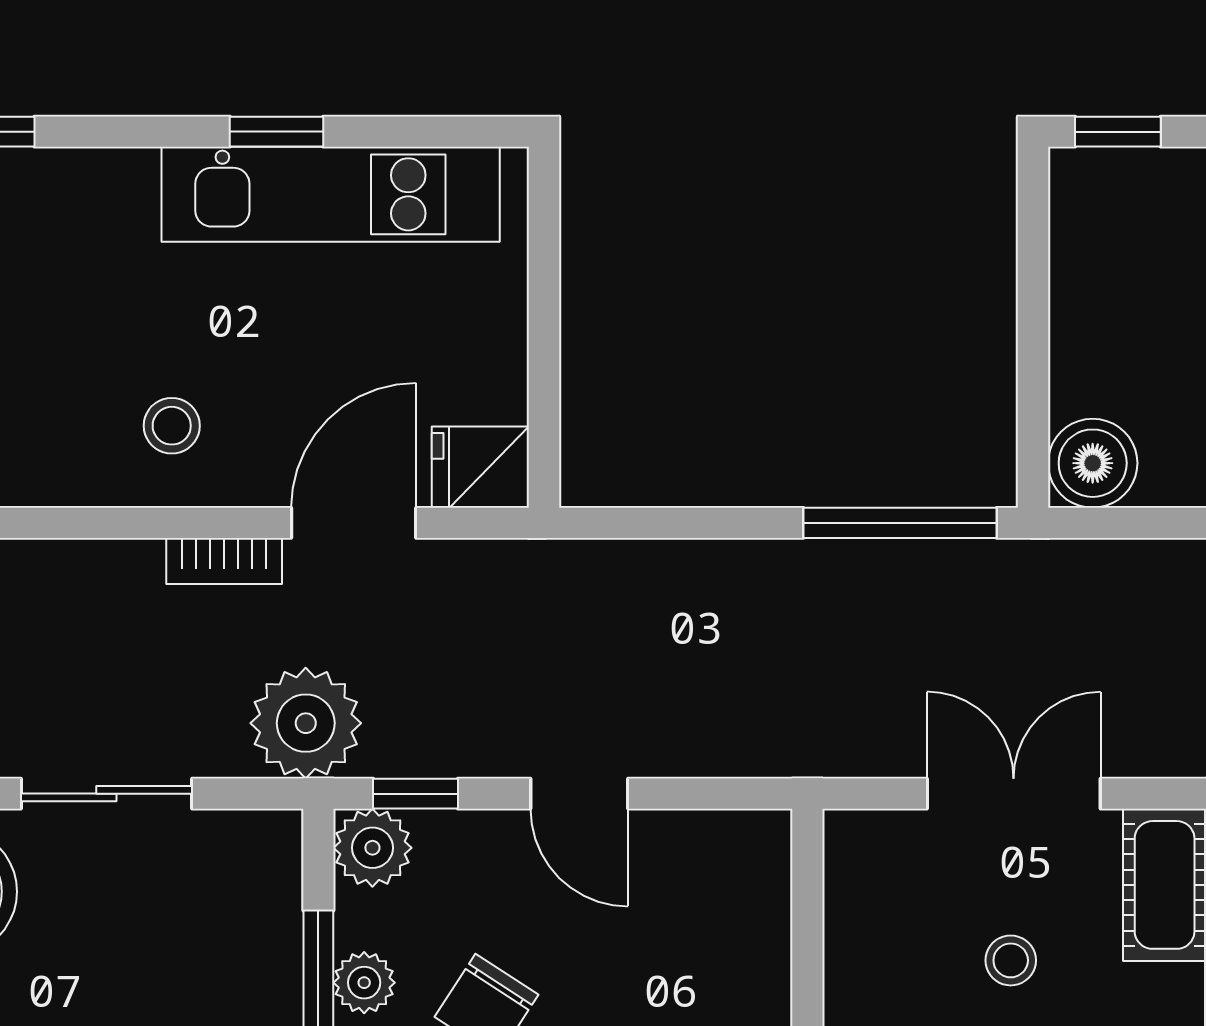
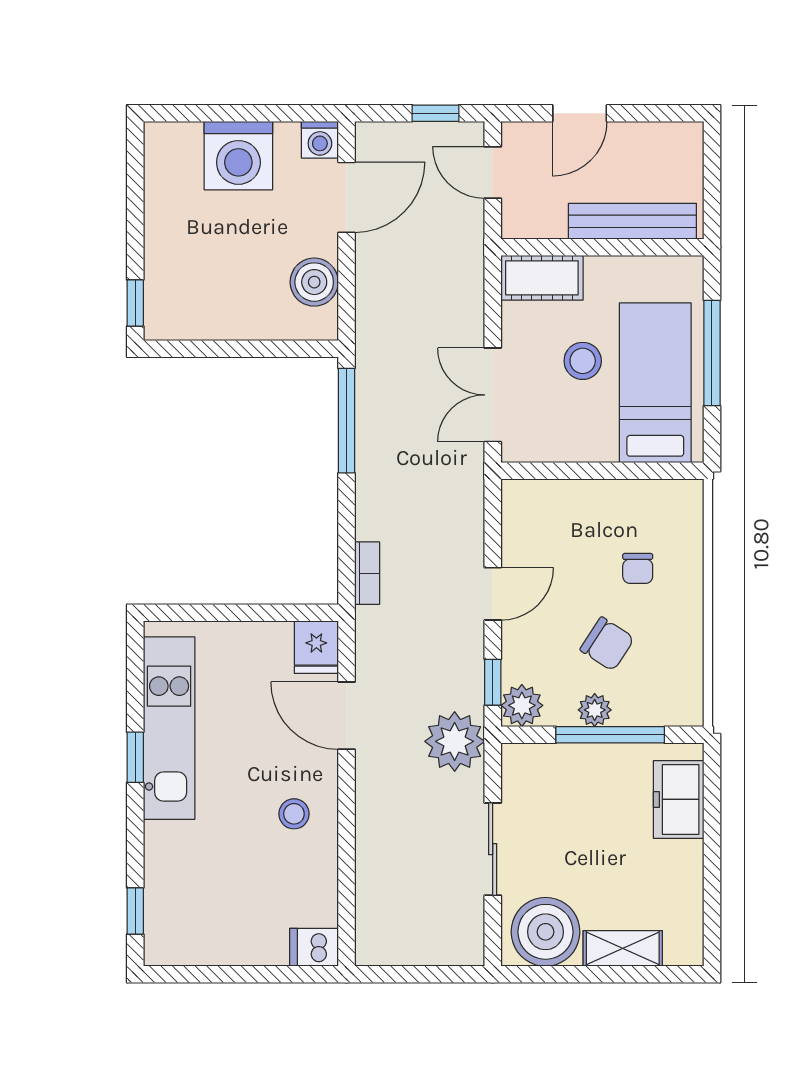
boiler: (1093, 463) -> (314, 282), moved
bookcase: (224, 561) -> (367, 573), moved
double door: (1014, 794) -> (493, 395), moved
stool: (1011, 960) -> (583, 361), width x1.37, depth x1.37

